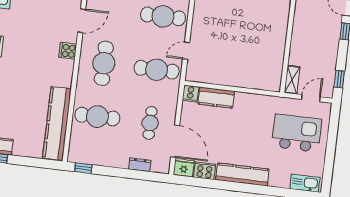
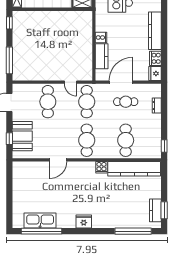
door: (82, 21) -> (58, 160), swing flipped
cooker: (68, 51) -> (101, 167), moved
cafe table: (104, 63) -> (87, 140), turned 90
cooker: (191, 94) -> (101, 37), moved
door: (175, 141) -> (121, 82), moved

